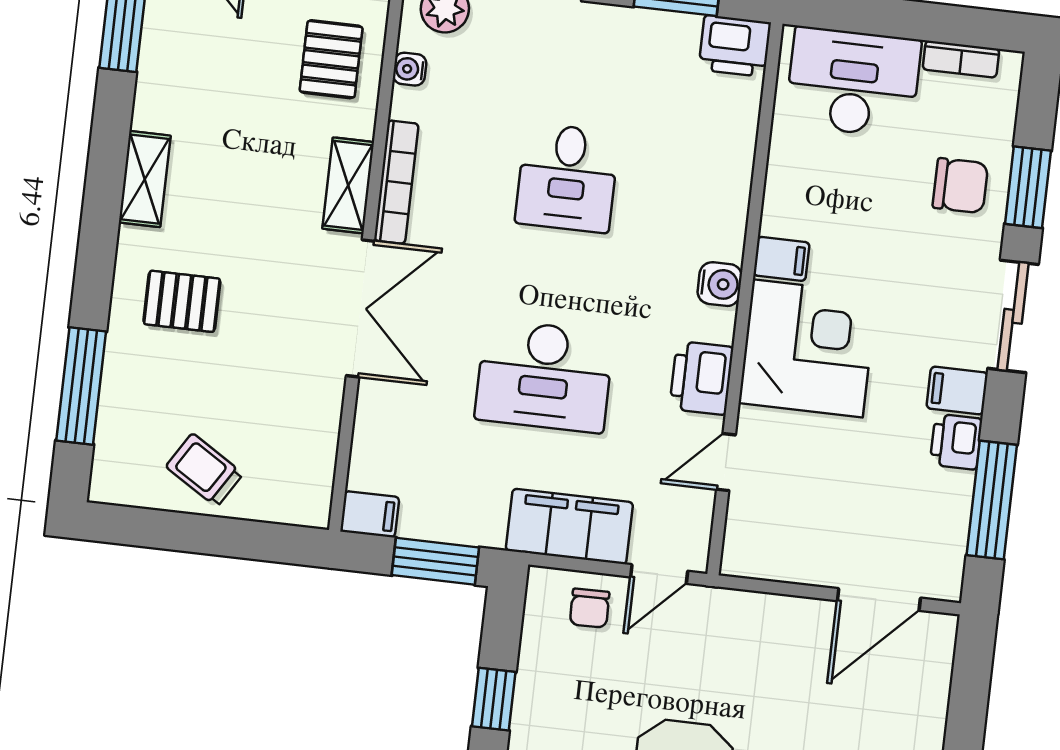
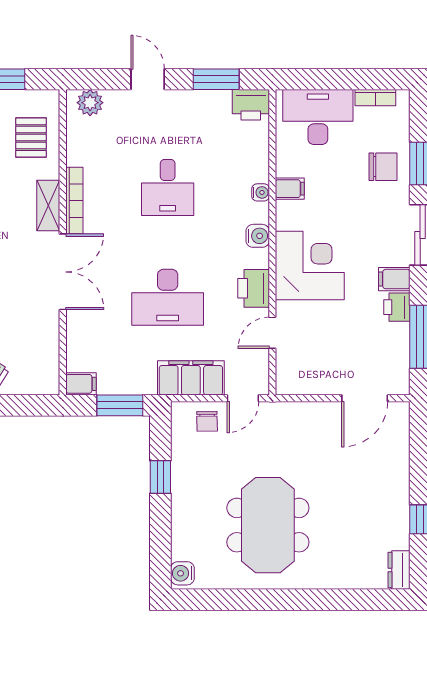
water cooler: (410, 69) -> (261, 192), moved, turned 180
filing cabinet: (781, 259) -> (290, 189), moved

